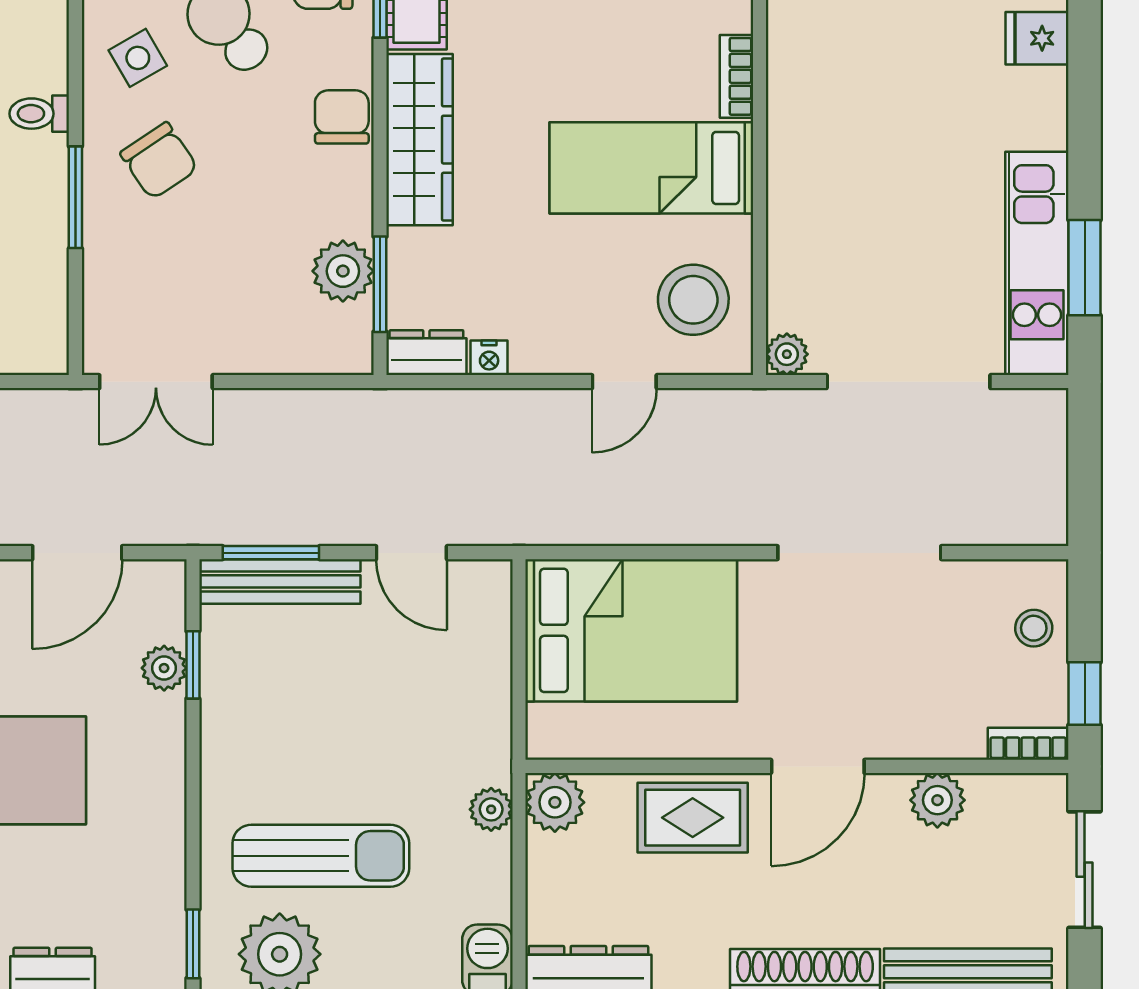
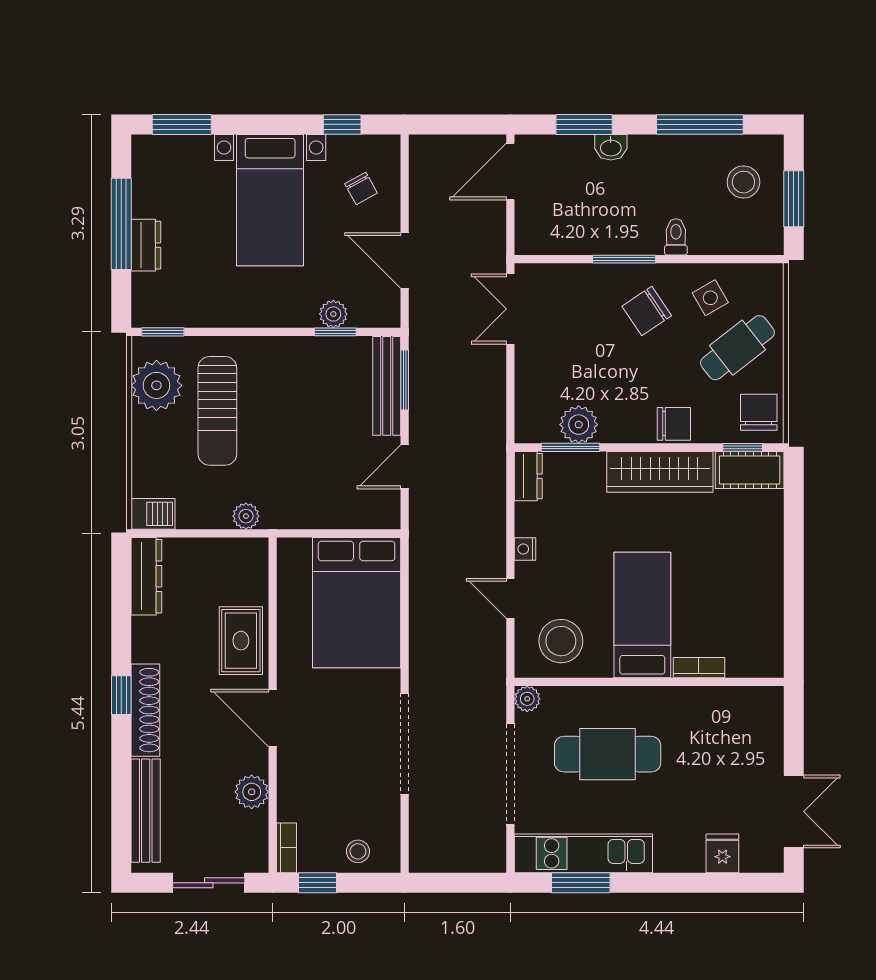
cafe table: (876, 224) -> (608, 754), added
nightstand: (489, 358) -> (525, 549), moved
plant: (555, 802) -> (250, 556), removed

